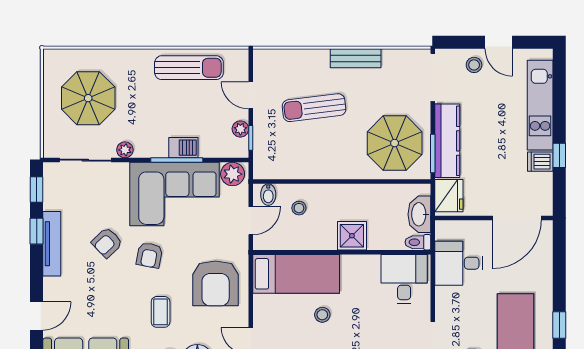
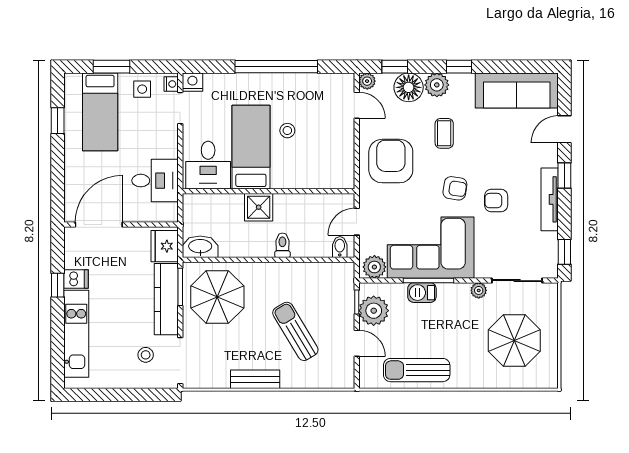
door: (499, 42) -> (116, 395), removed
stool: (474, 65) -> (146, 355), moved
sun lounger: (314, 108) -> (295, 331), turned -114
plant: (240, 129) -> (374, 311), width x1.88, depth x1.88
stool: (299, 208) -> (310, 234), removed
washbasin: (419, 214) -> (200, 247), moved, turned -90
window: (37, 231) -> (564, 176), moved
toilet: (418, 242) -> (282, 245), moved, turned -90
armchair: (107, 243) -> (496, 201), turned -136
armchair: (149, 255) -> (455, 188), turned 88
bed: (296, 274) -> (251, 147), moved, turned 90

